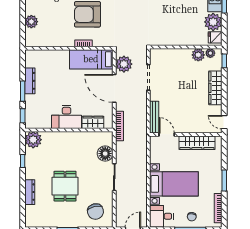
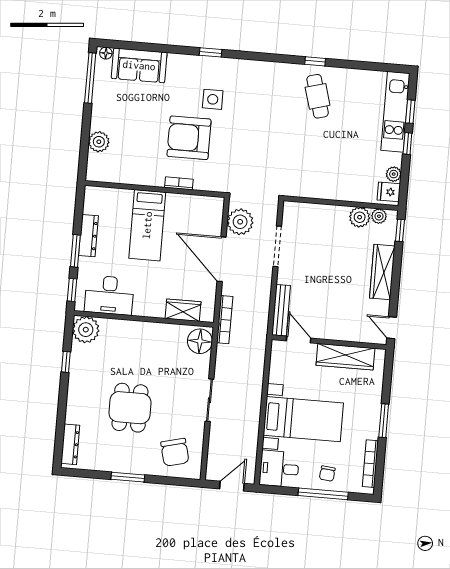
plant: (213, 22) -> (394, 174), width x0.53, depth x0.53
bed: (91, 59) -> (147, 225), moved, turned -90
desk: (66, 117) -> (109, 295), moved
floor lamp: (105, 154) -> (200, 341), moved
dresser: (30, 192) -> (70, 444), moved

